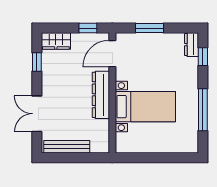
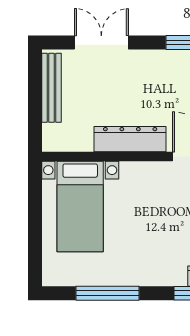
bed with nightstands: (145, 107) -> (80, 206), moved

